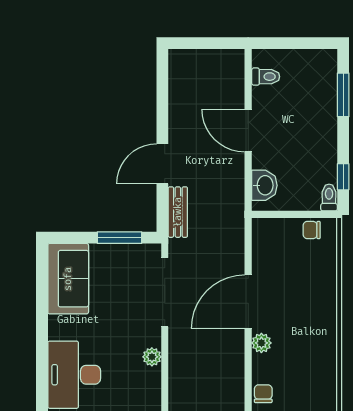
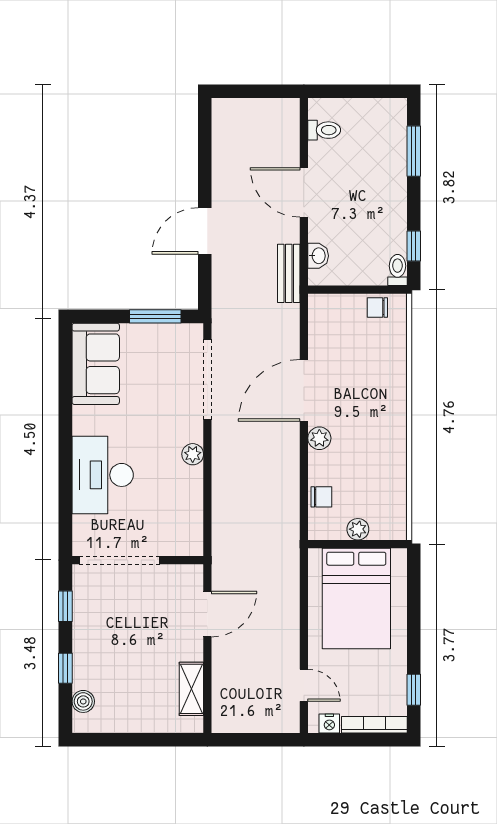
washbasin: (264, 185) -> (318, 256), width x0.72, depth x0.69
bench: (178, 212) -> (289, 273), moved
chair: (263, 394) -> (321, 497), turned 90

